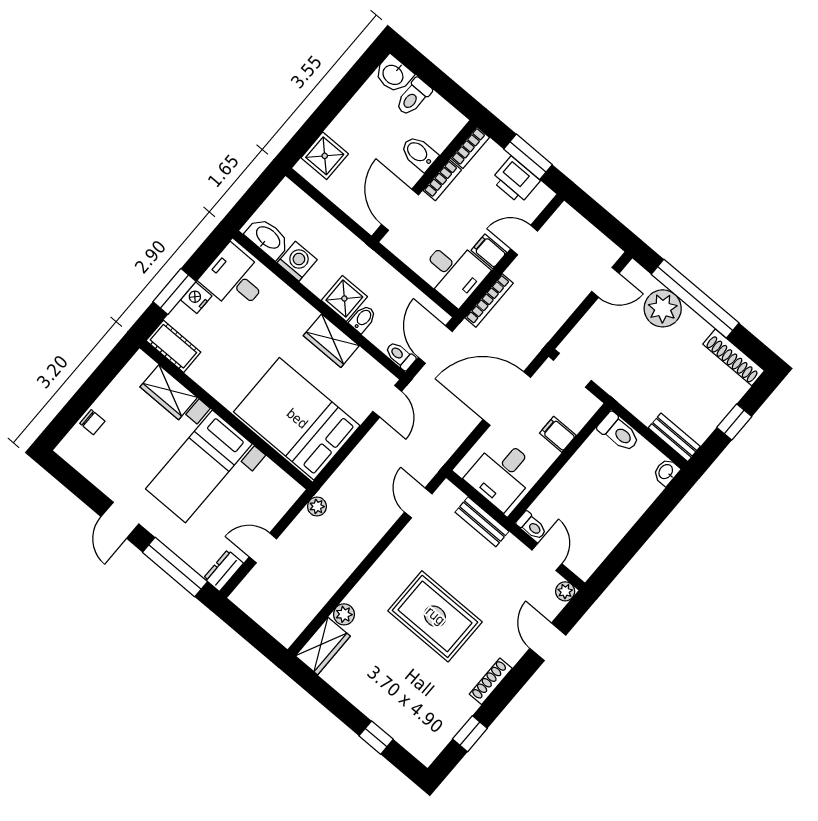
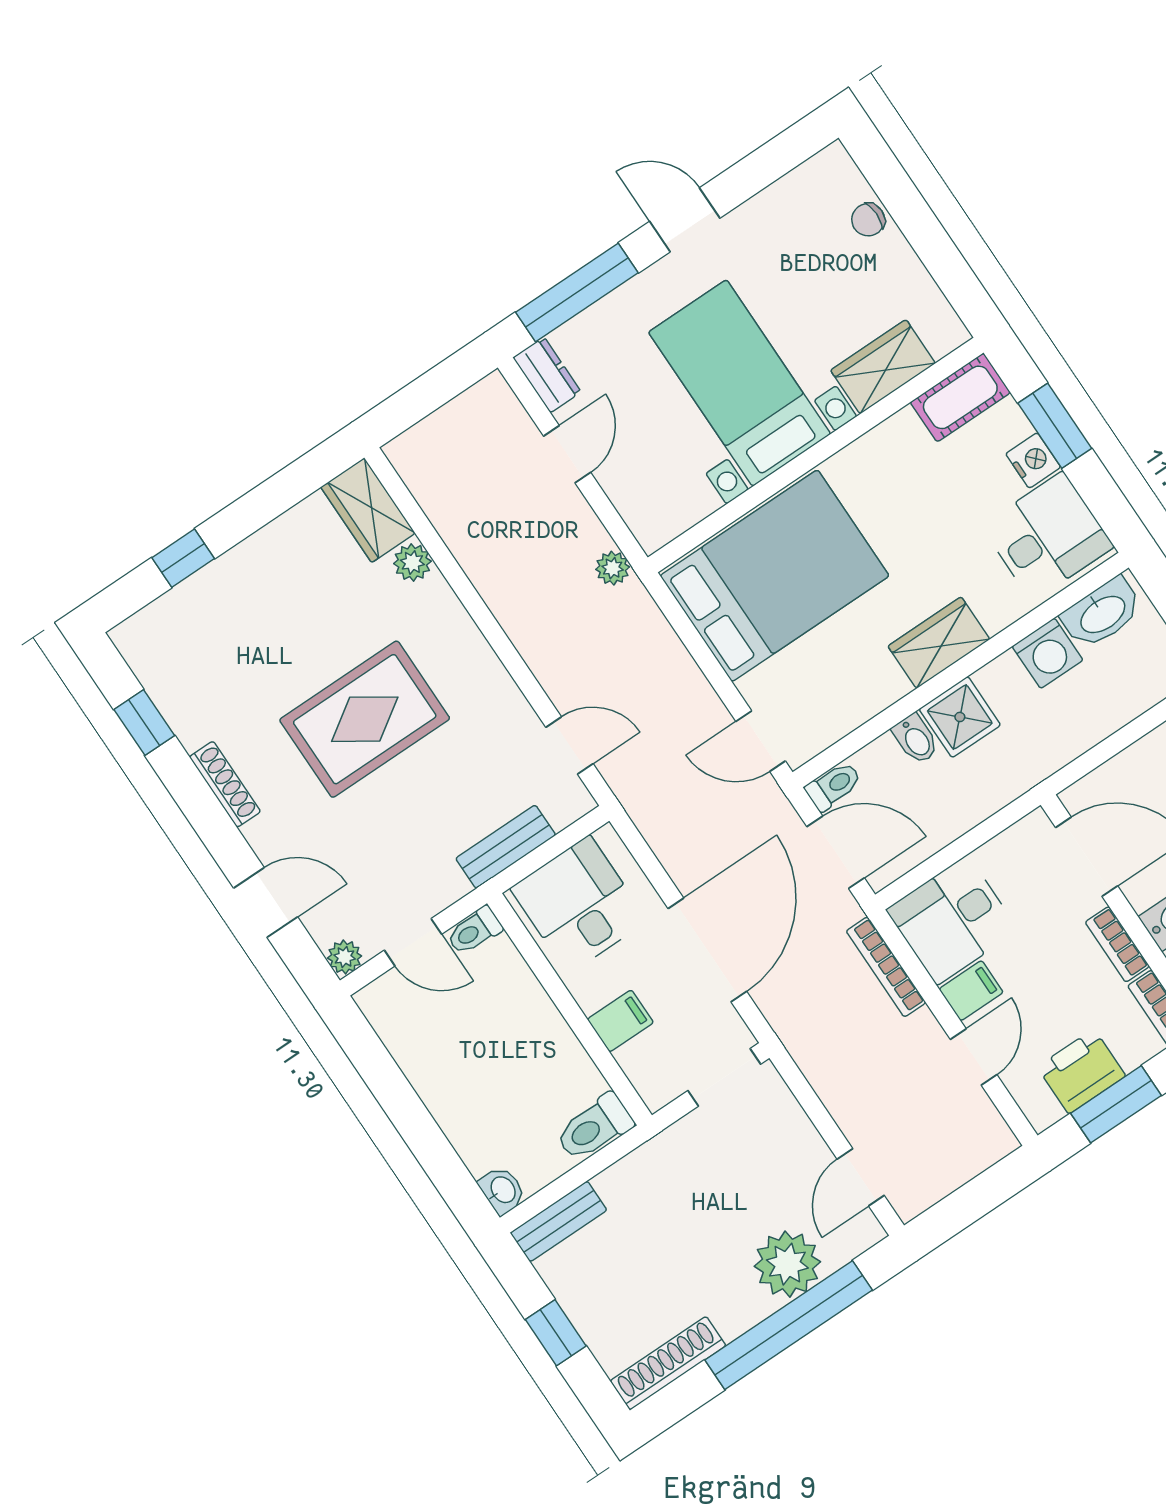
wardrobe: (331, 341) -> (939, 643), moved

